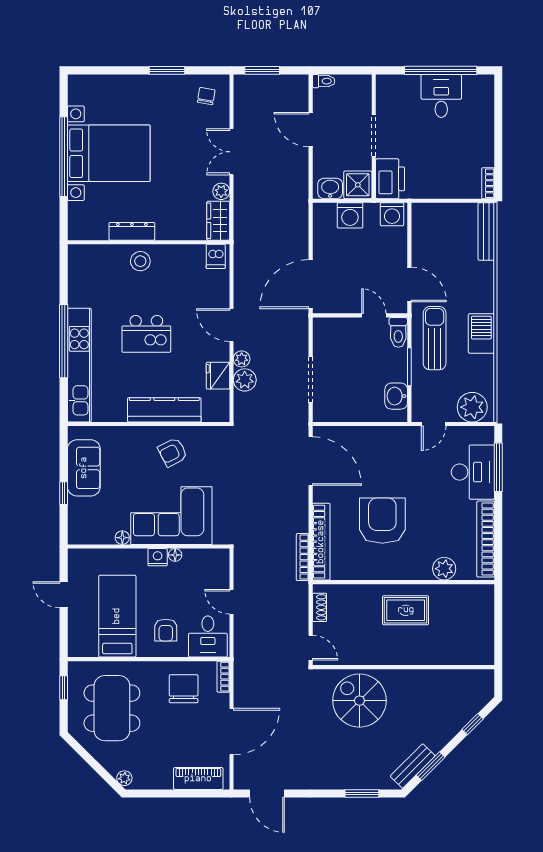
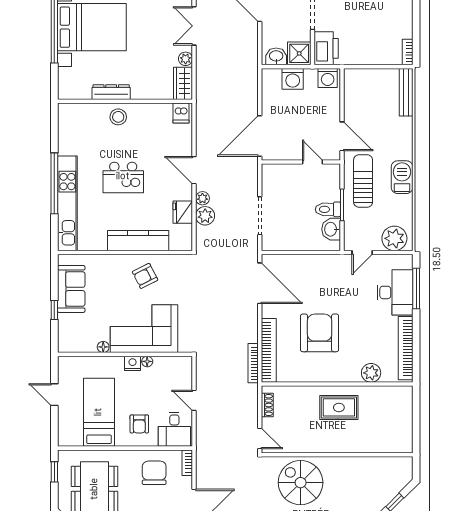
toilet: (398, 332) -> (328, 209), moved, turned 90

